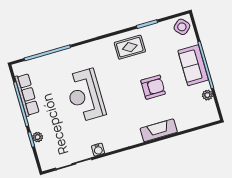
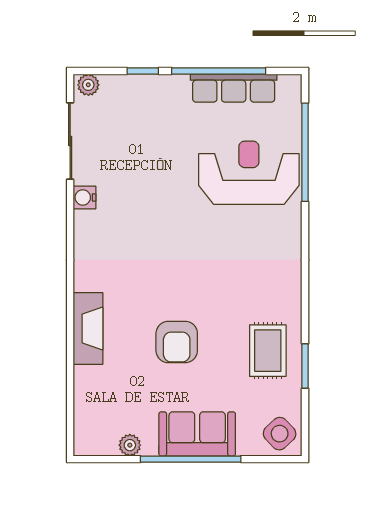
rug: (130, 47) -> (268, 351), moved
reception desk: (85, 95) -> (249, 173), moved
plant: (38, 137) -> (88, 85), moved

